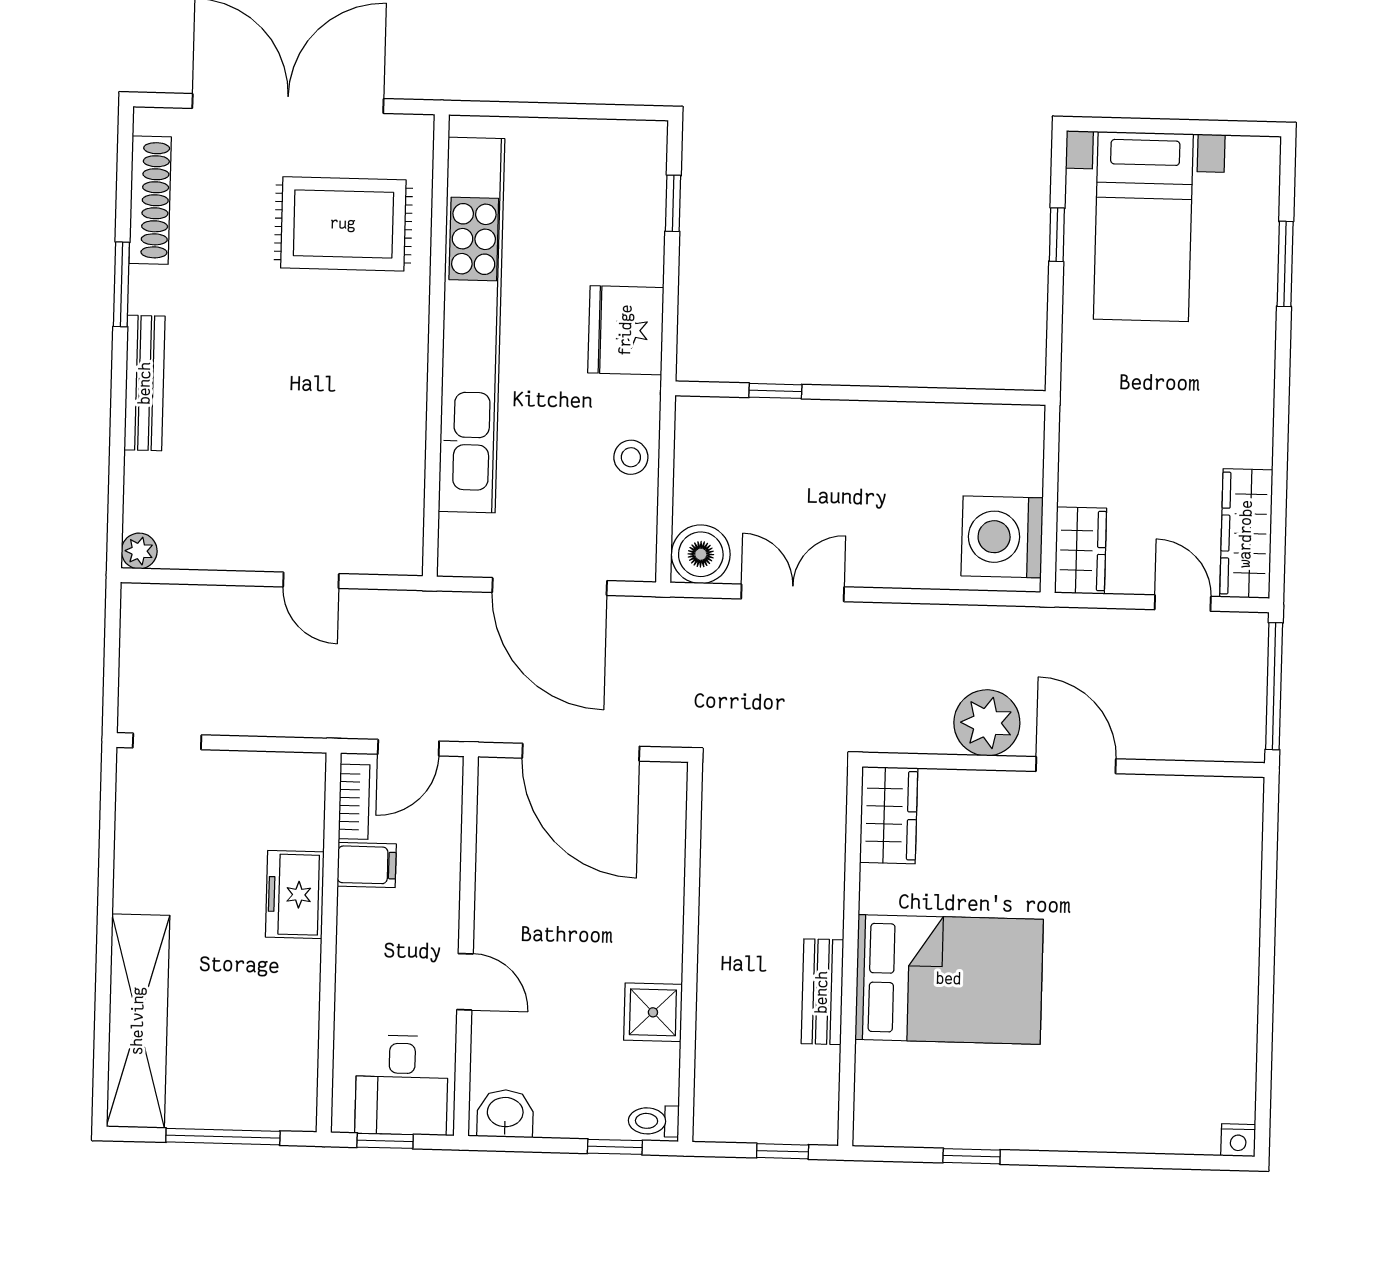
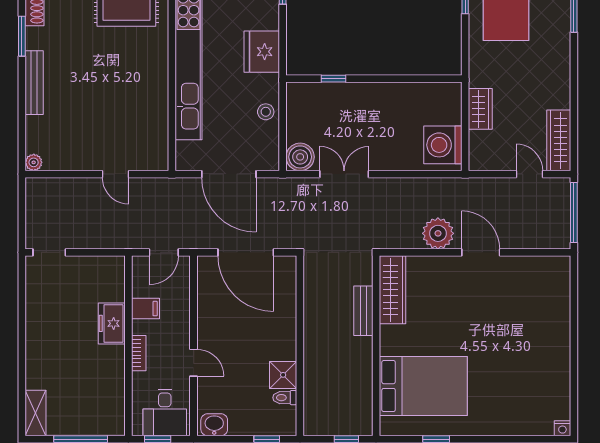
wardrobe: (1080, 550) -> (480, 109), moved
bookcase: (354, 802) -> (139, 353), moved
wardrobe: (889, 815) -> (393, 290), width x1.50
bed: (949, 979) -> (423, 386), moved
bench: (822, 992) -> (363, 311), moved
shelving: (138, 1021) -> (35, 413), width x0.45, depth x0.75
toilet: (654, 1121) -> (285, 398), moved

